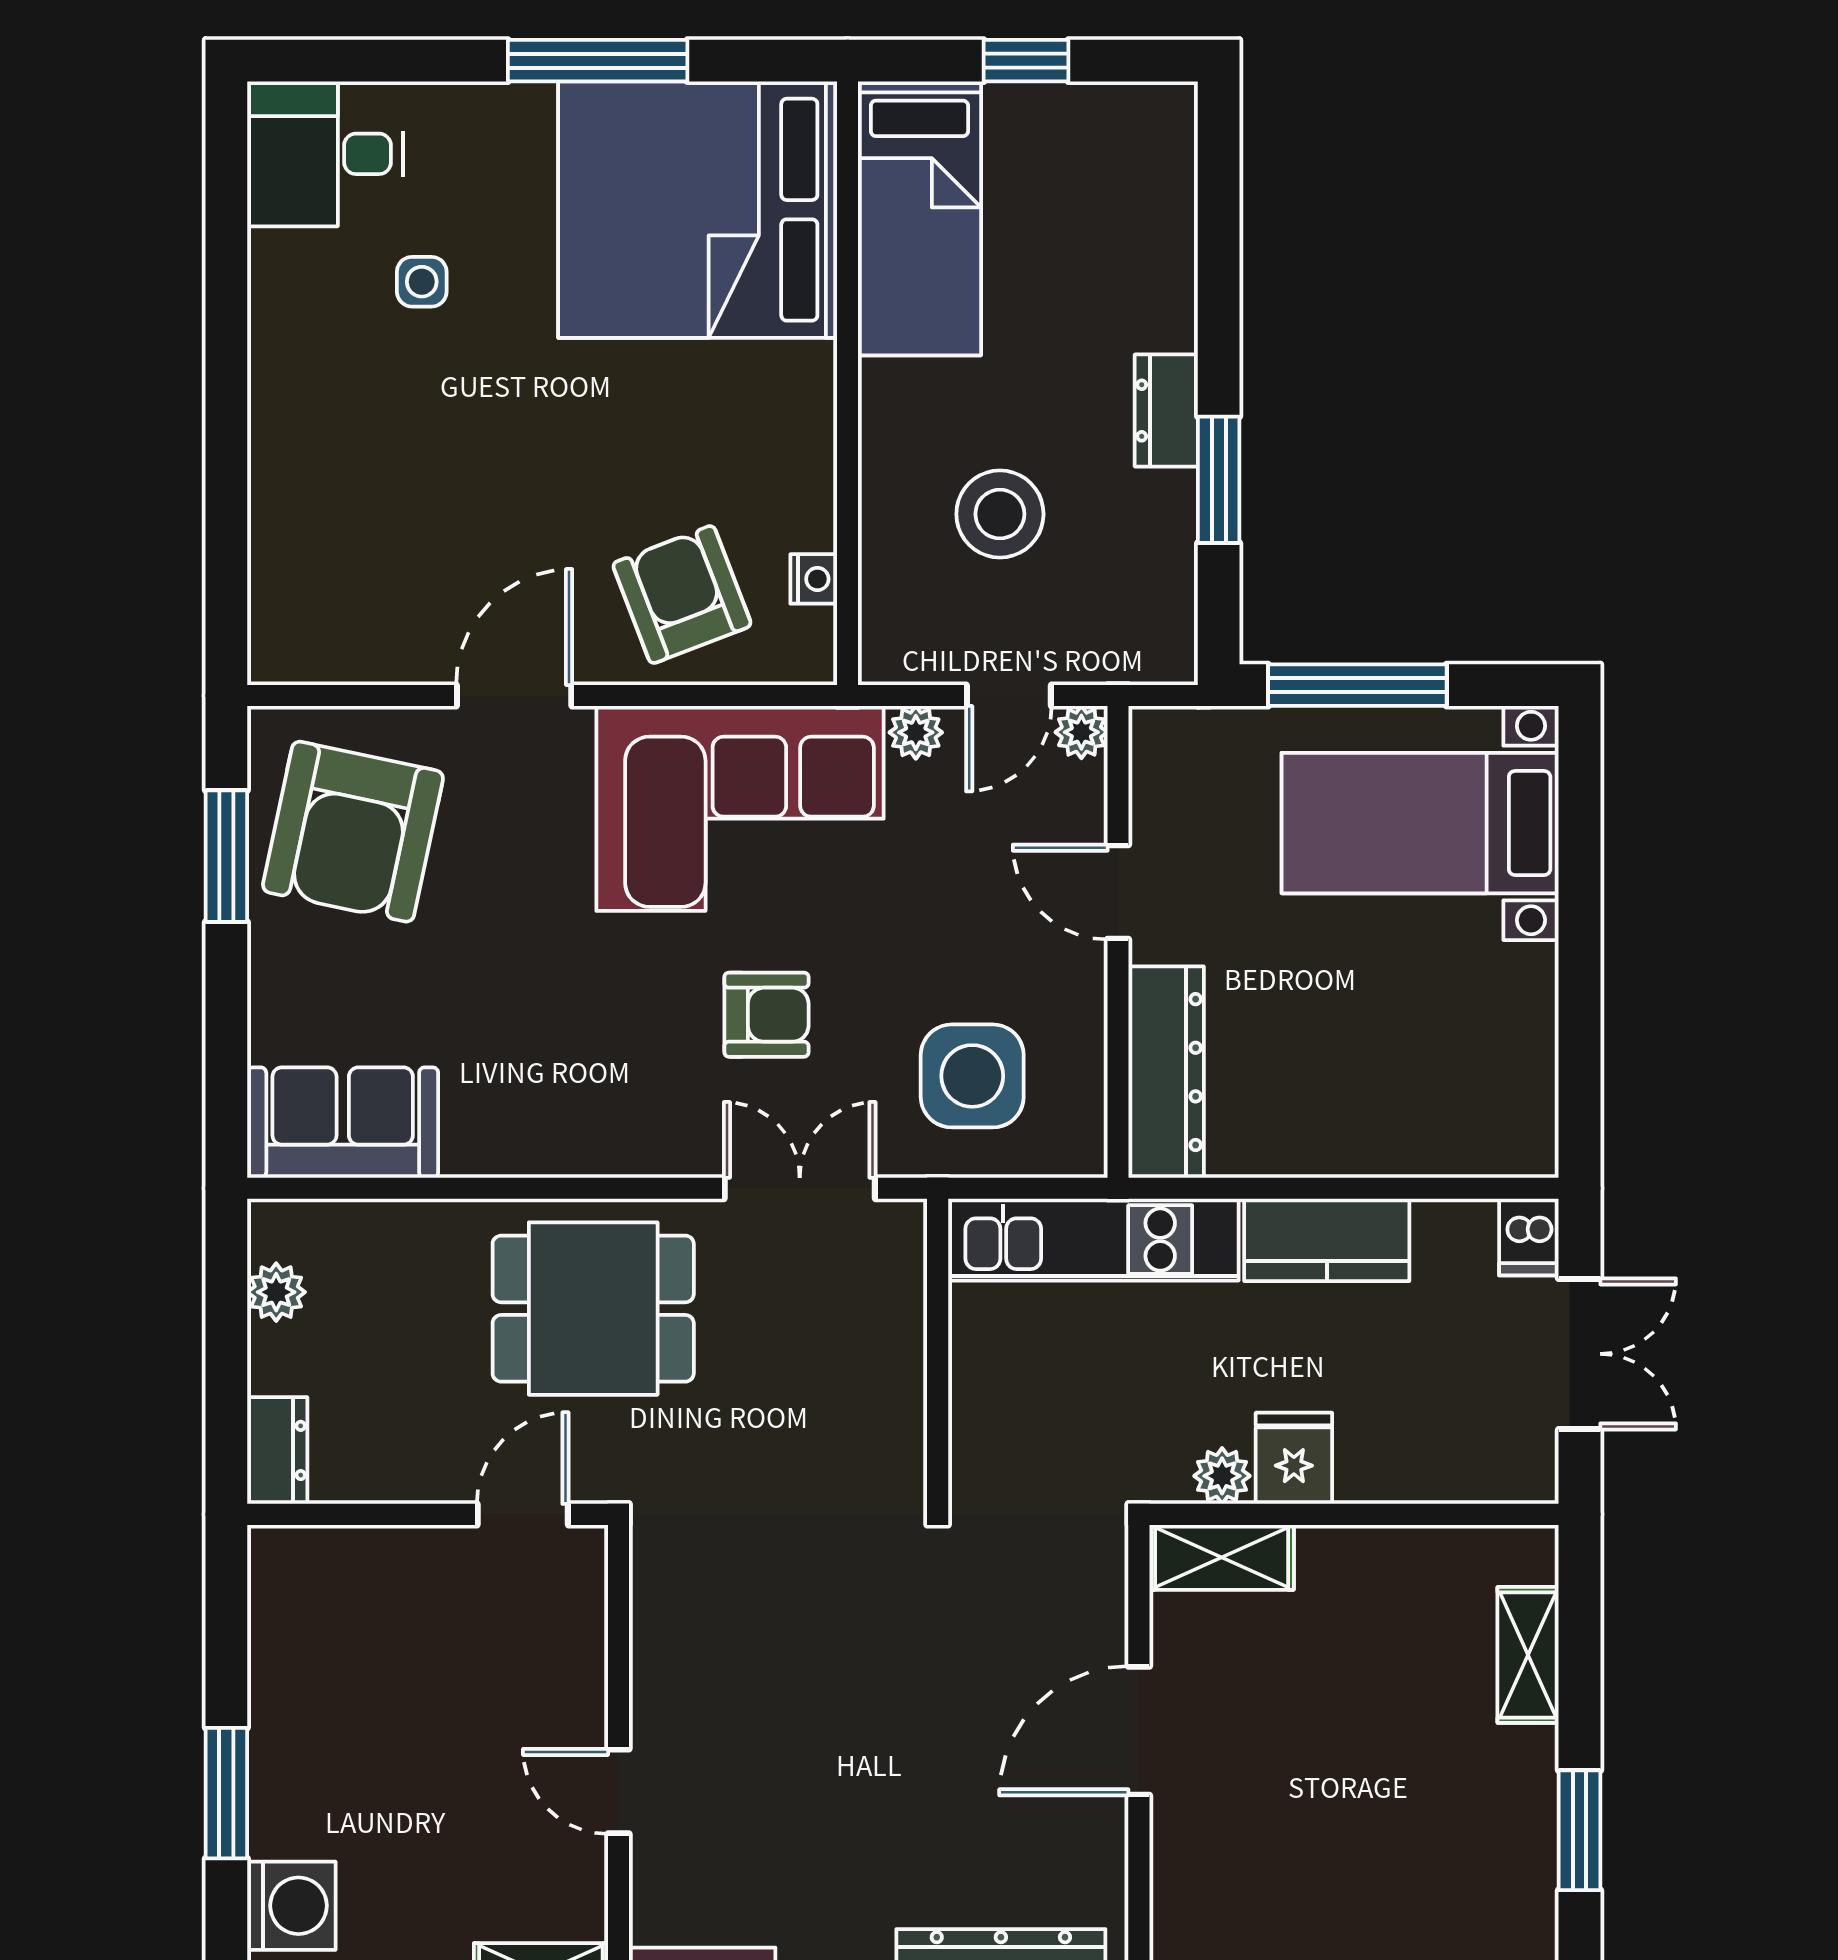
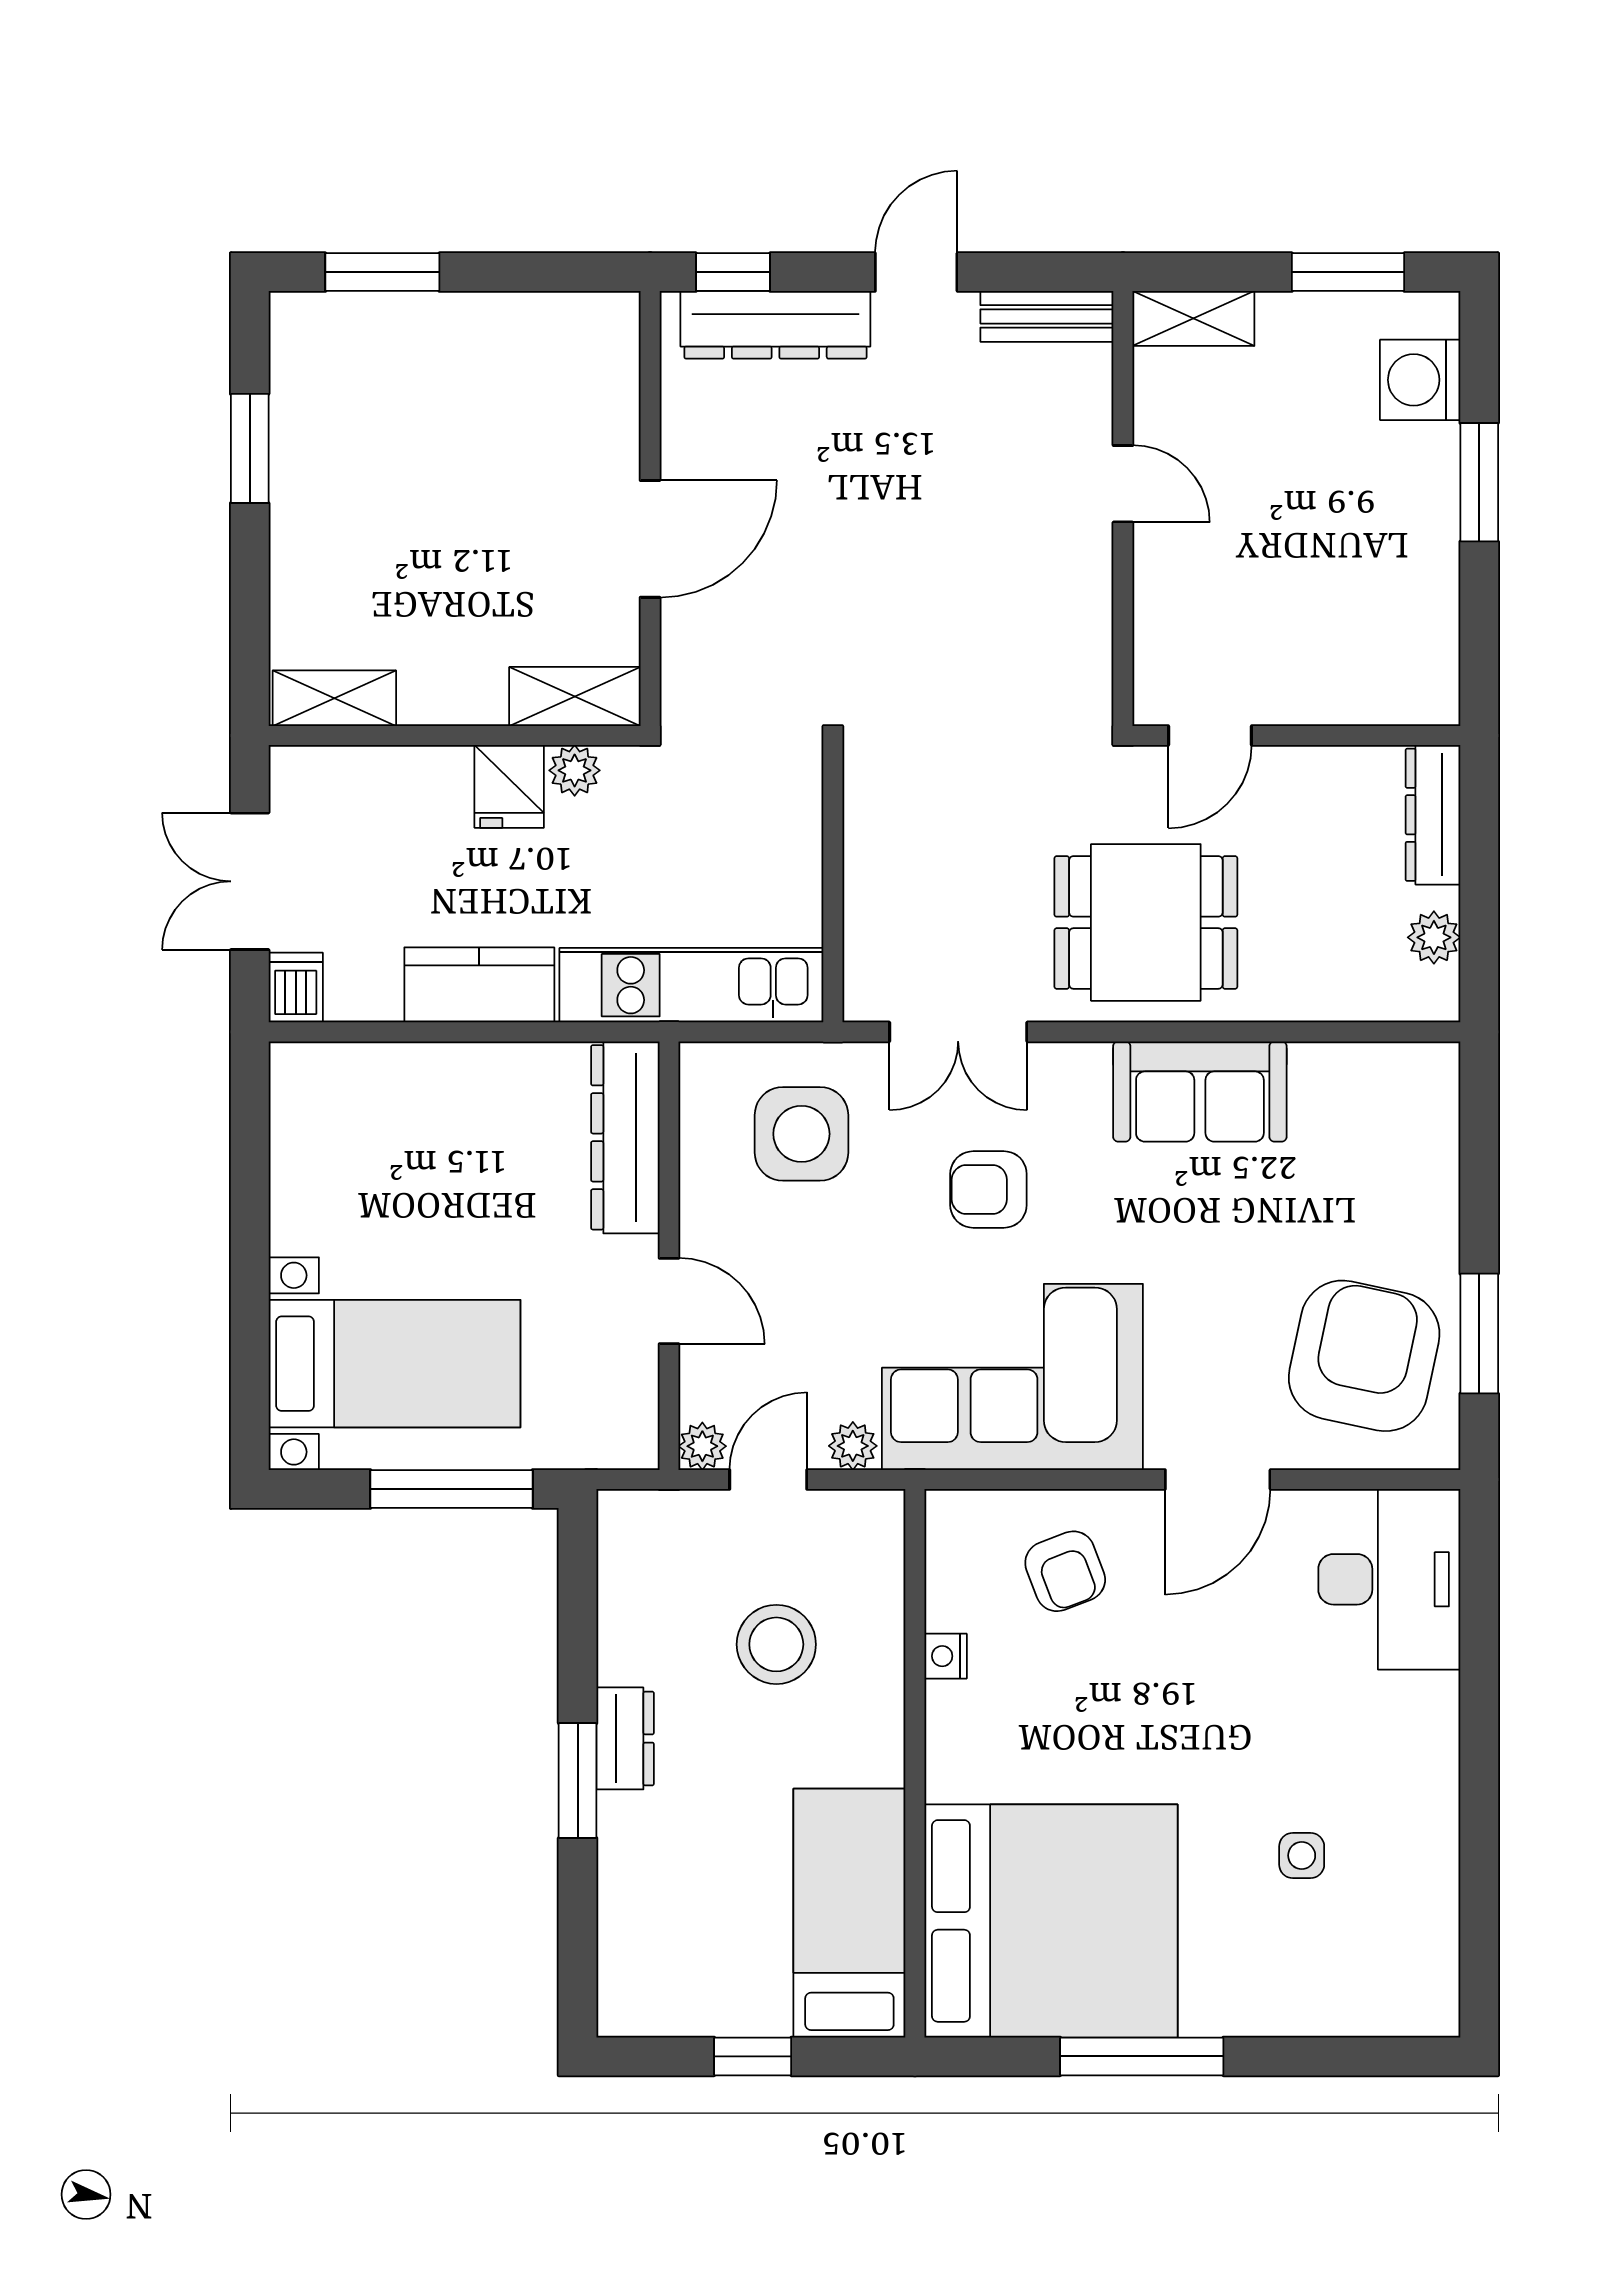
desk: (325, 154) -> (1389, 1579), moved, width x1.37
window: (1219, 480) -> (578, 1781), moved
nightstand: (814, 579) -> (946, 1656), moved
armchair: (682, 595) -> (1065, 1571), width x0.72, depth x0.72
sofa: (343, 1123) -> (1200, 1091), moved
dresser: (277, 1450) -> (1433, 815), width x1.44
shelving: (1528, 1655) -> (334, 698), moved, turned 90

